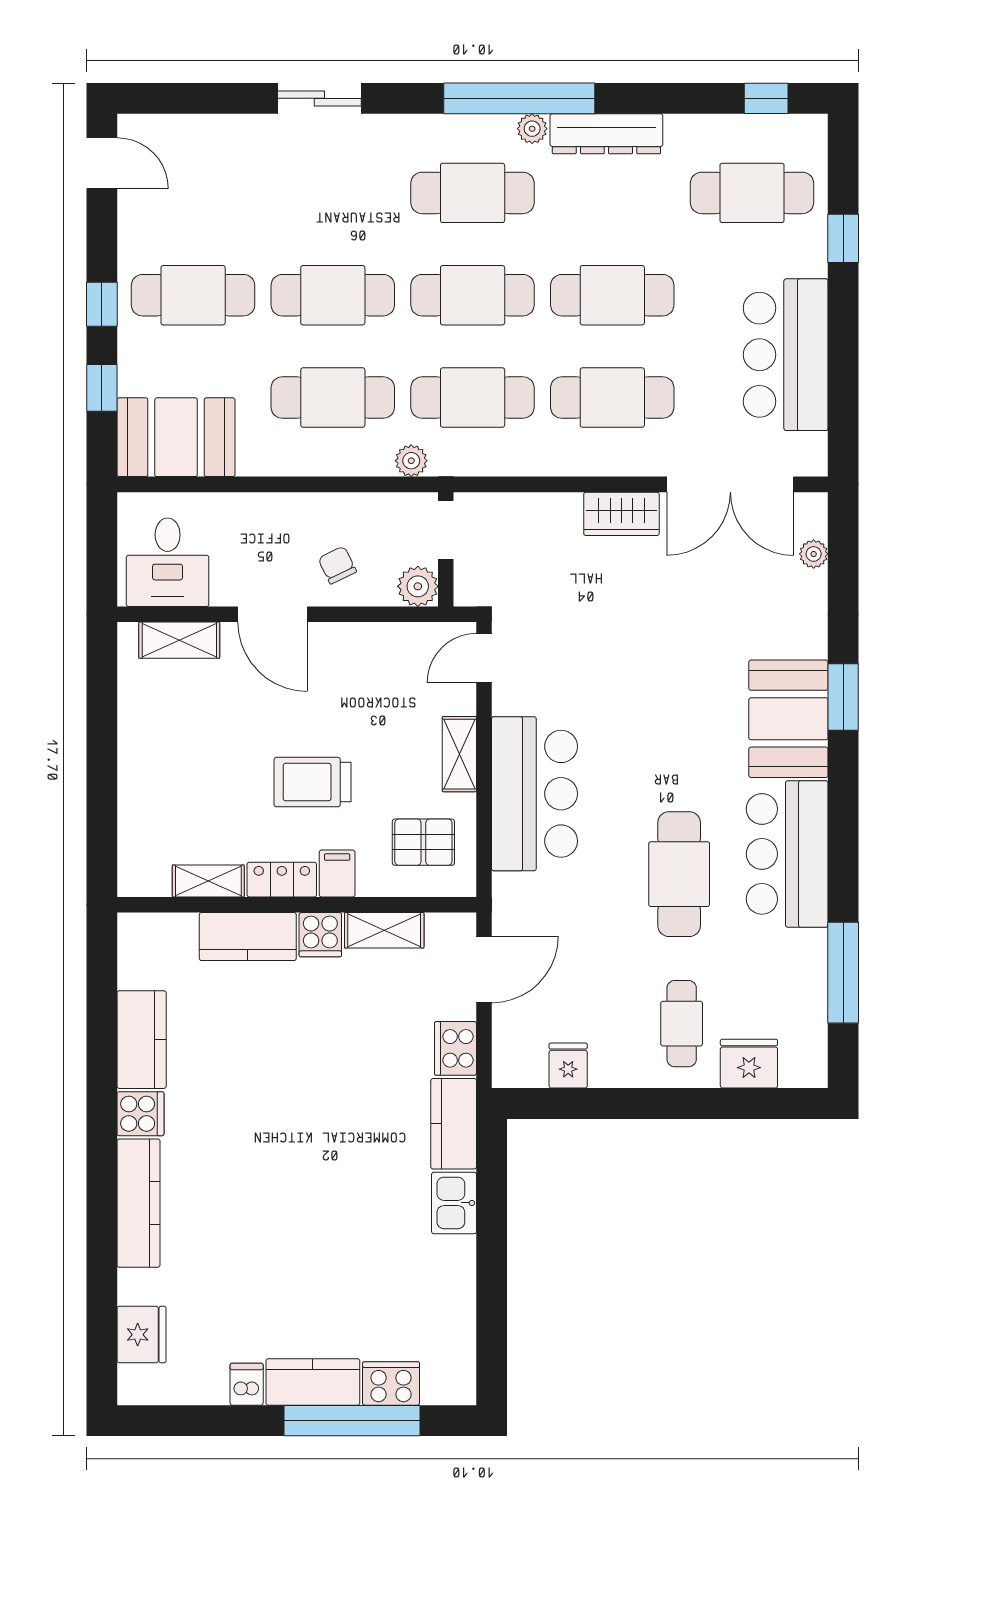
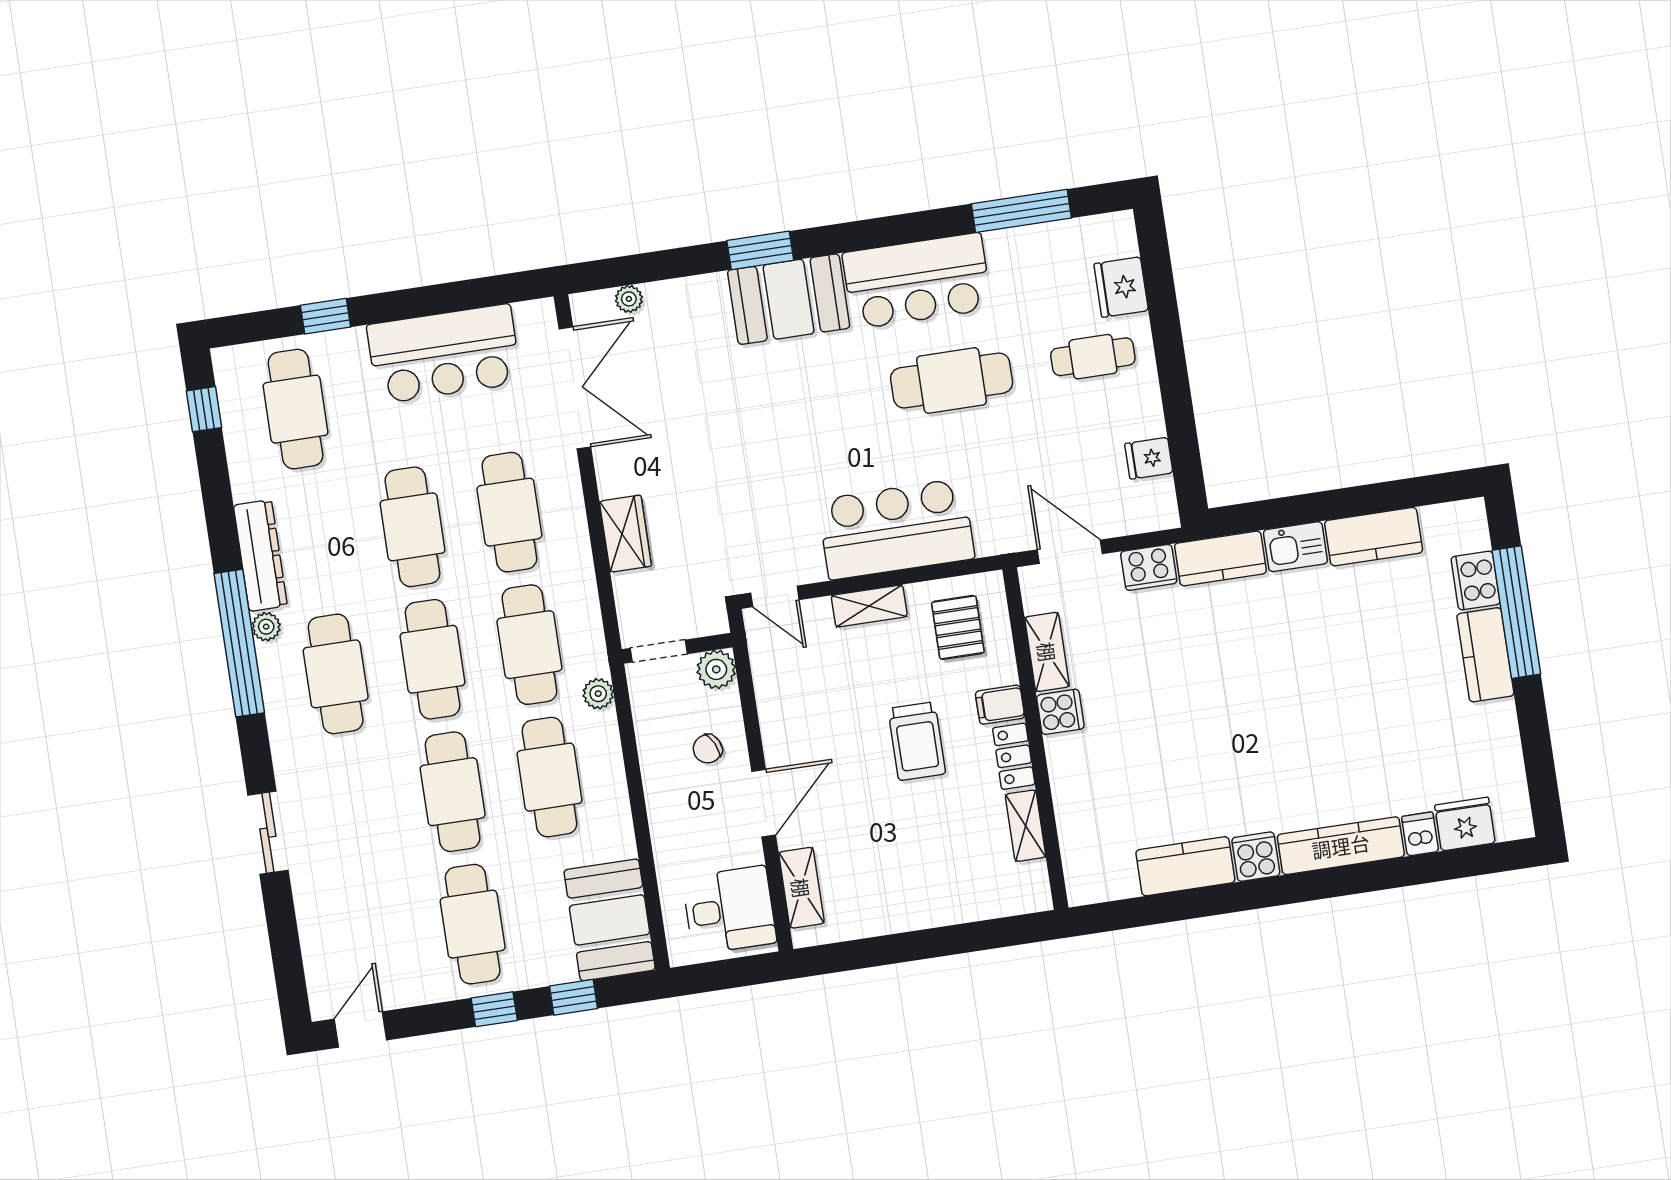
wardrobe: (621, 514) -> (625, 534), moved
kitchen counter: (248, 937) -> (1374, 537), moved, turned 90
dishwasher: (247, 1384) -> (1420, 834), moved, turned 90

